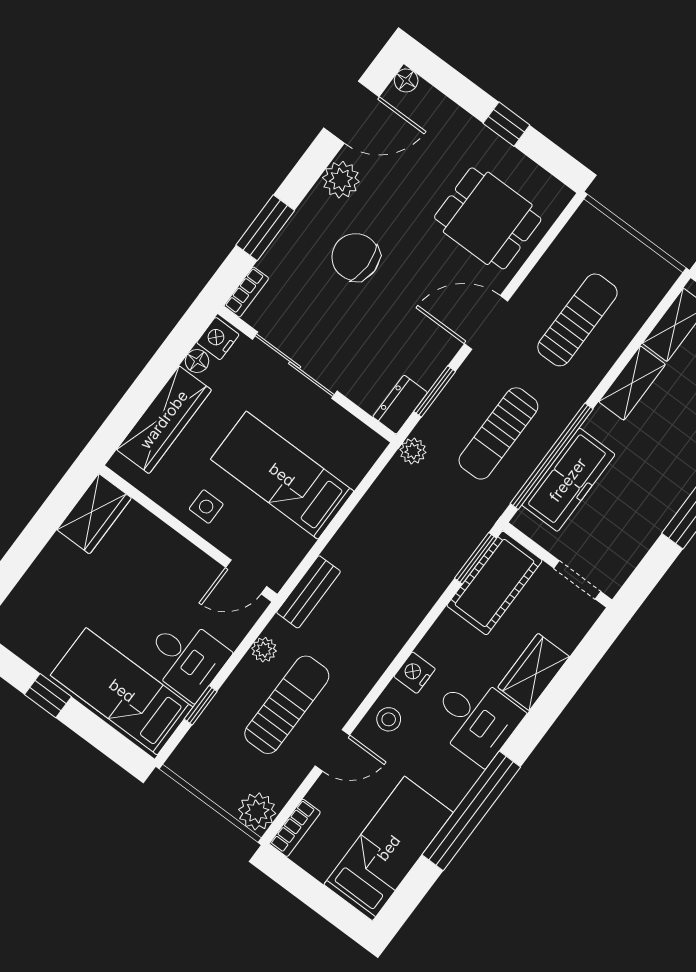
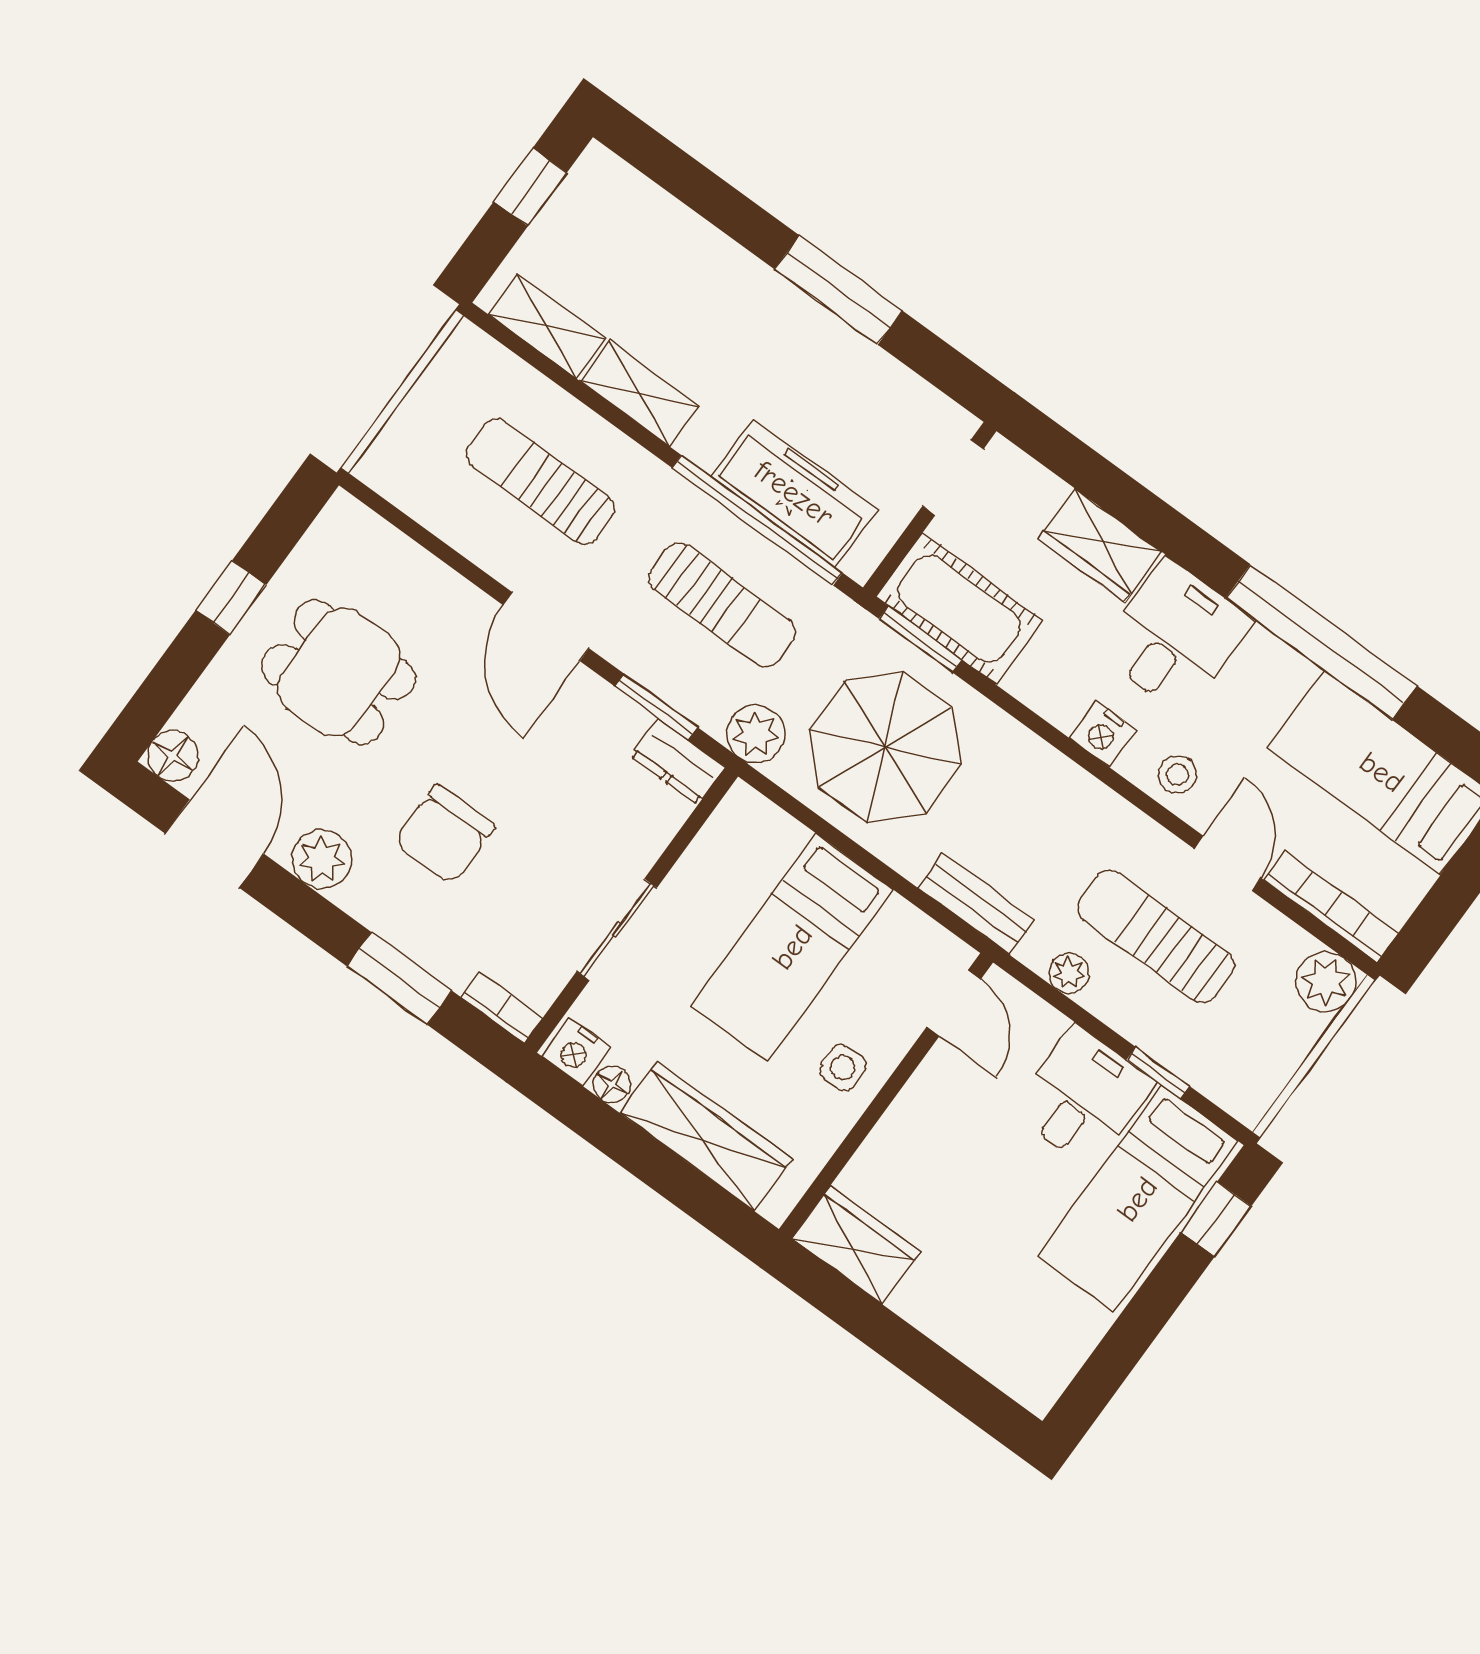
floor lamp: (406, 80) -> (173, 756), width x1.37, depth x1.37
dining table: (488, 218) -> (339, 672), moved, turned 90
sliding door: (295, 365) -> (617, 930), width x0.73
plant: (413, 451) -> (756, 734), width x1.38, depth x1.38
parasol: (408, 535) -> (885, 747), added
window: (48, 696) -> (1216, 1219), moved
bookcase: (295, 828) -> (1331, 907), width x1.56

